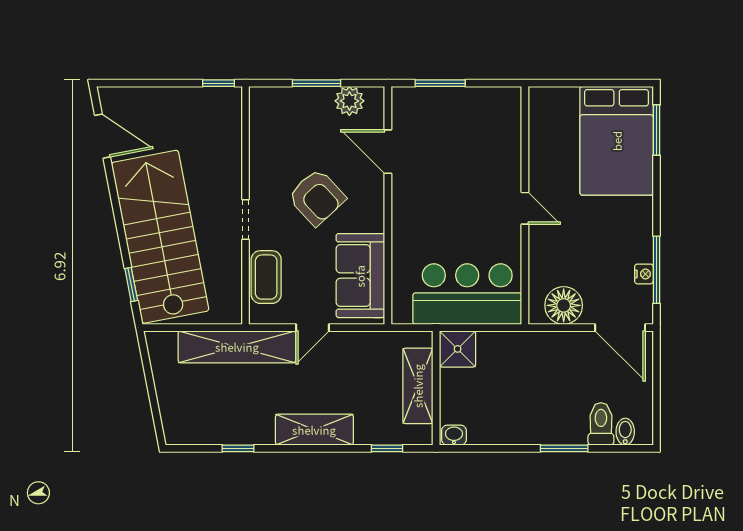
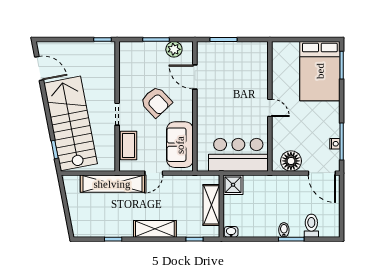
bidet: (625, 432) -> (284, 230), moved

